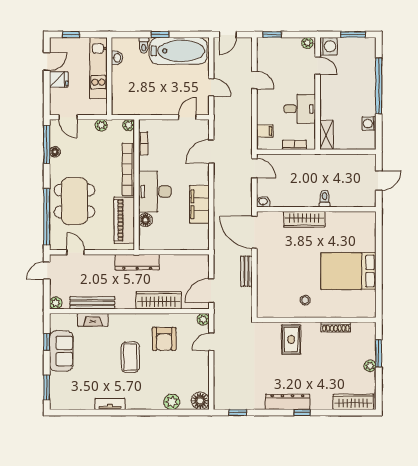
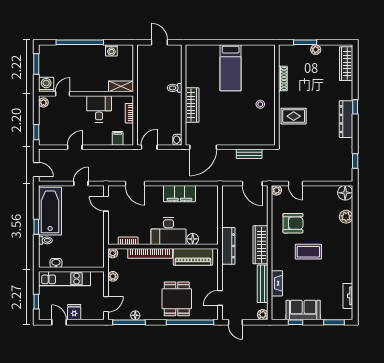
dining table: (74, 201) -> (177, 299), width x0.73
bench: (246, 271) -> (249, 154), moved
bed: (348, 271) -> (231, 68), width x0.67
wardrobe: (159, 300) -> (260, 245), moved
tv unit: (110, 404) -> (348, 296), moved

